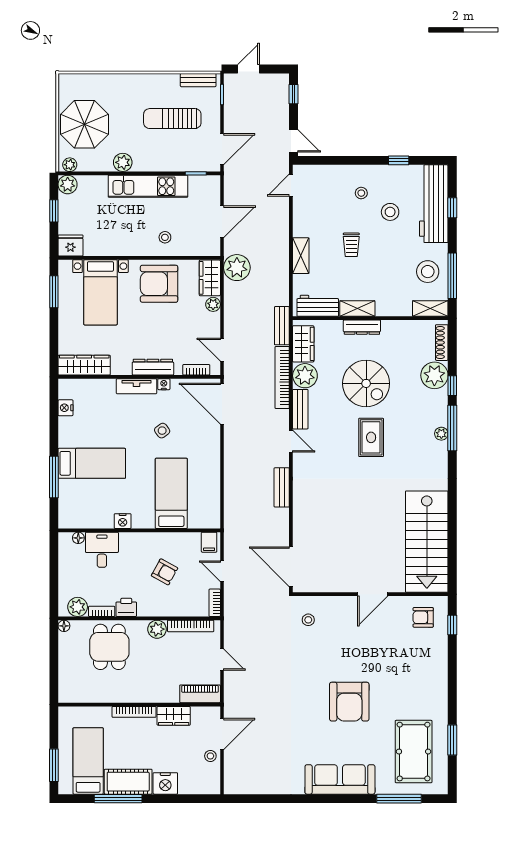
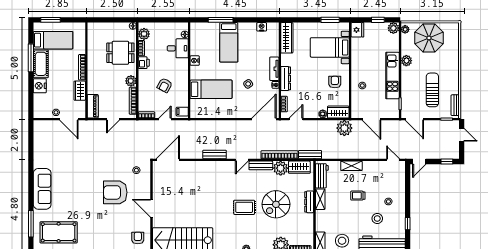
armchair: (159, 284) -> (335, 82), width x0.53, depth x0.53
armchair: (349, 702) -> (115, 192), moved

